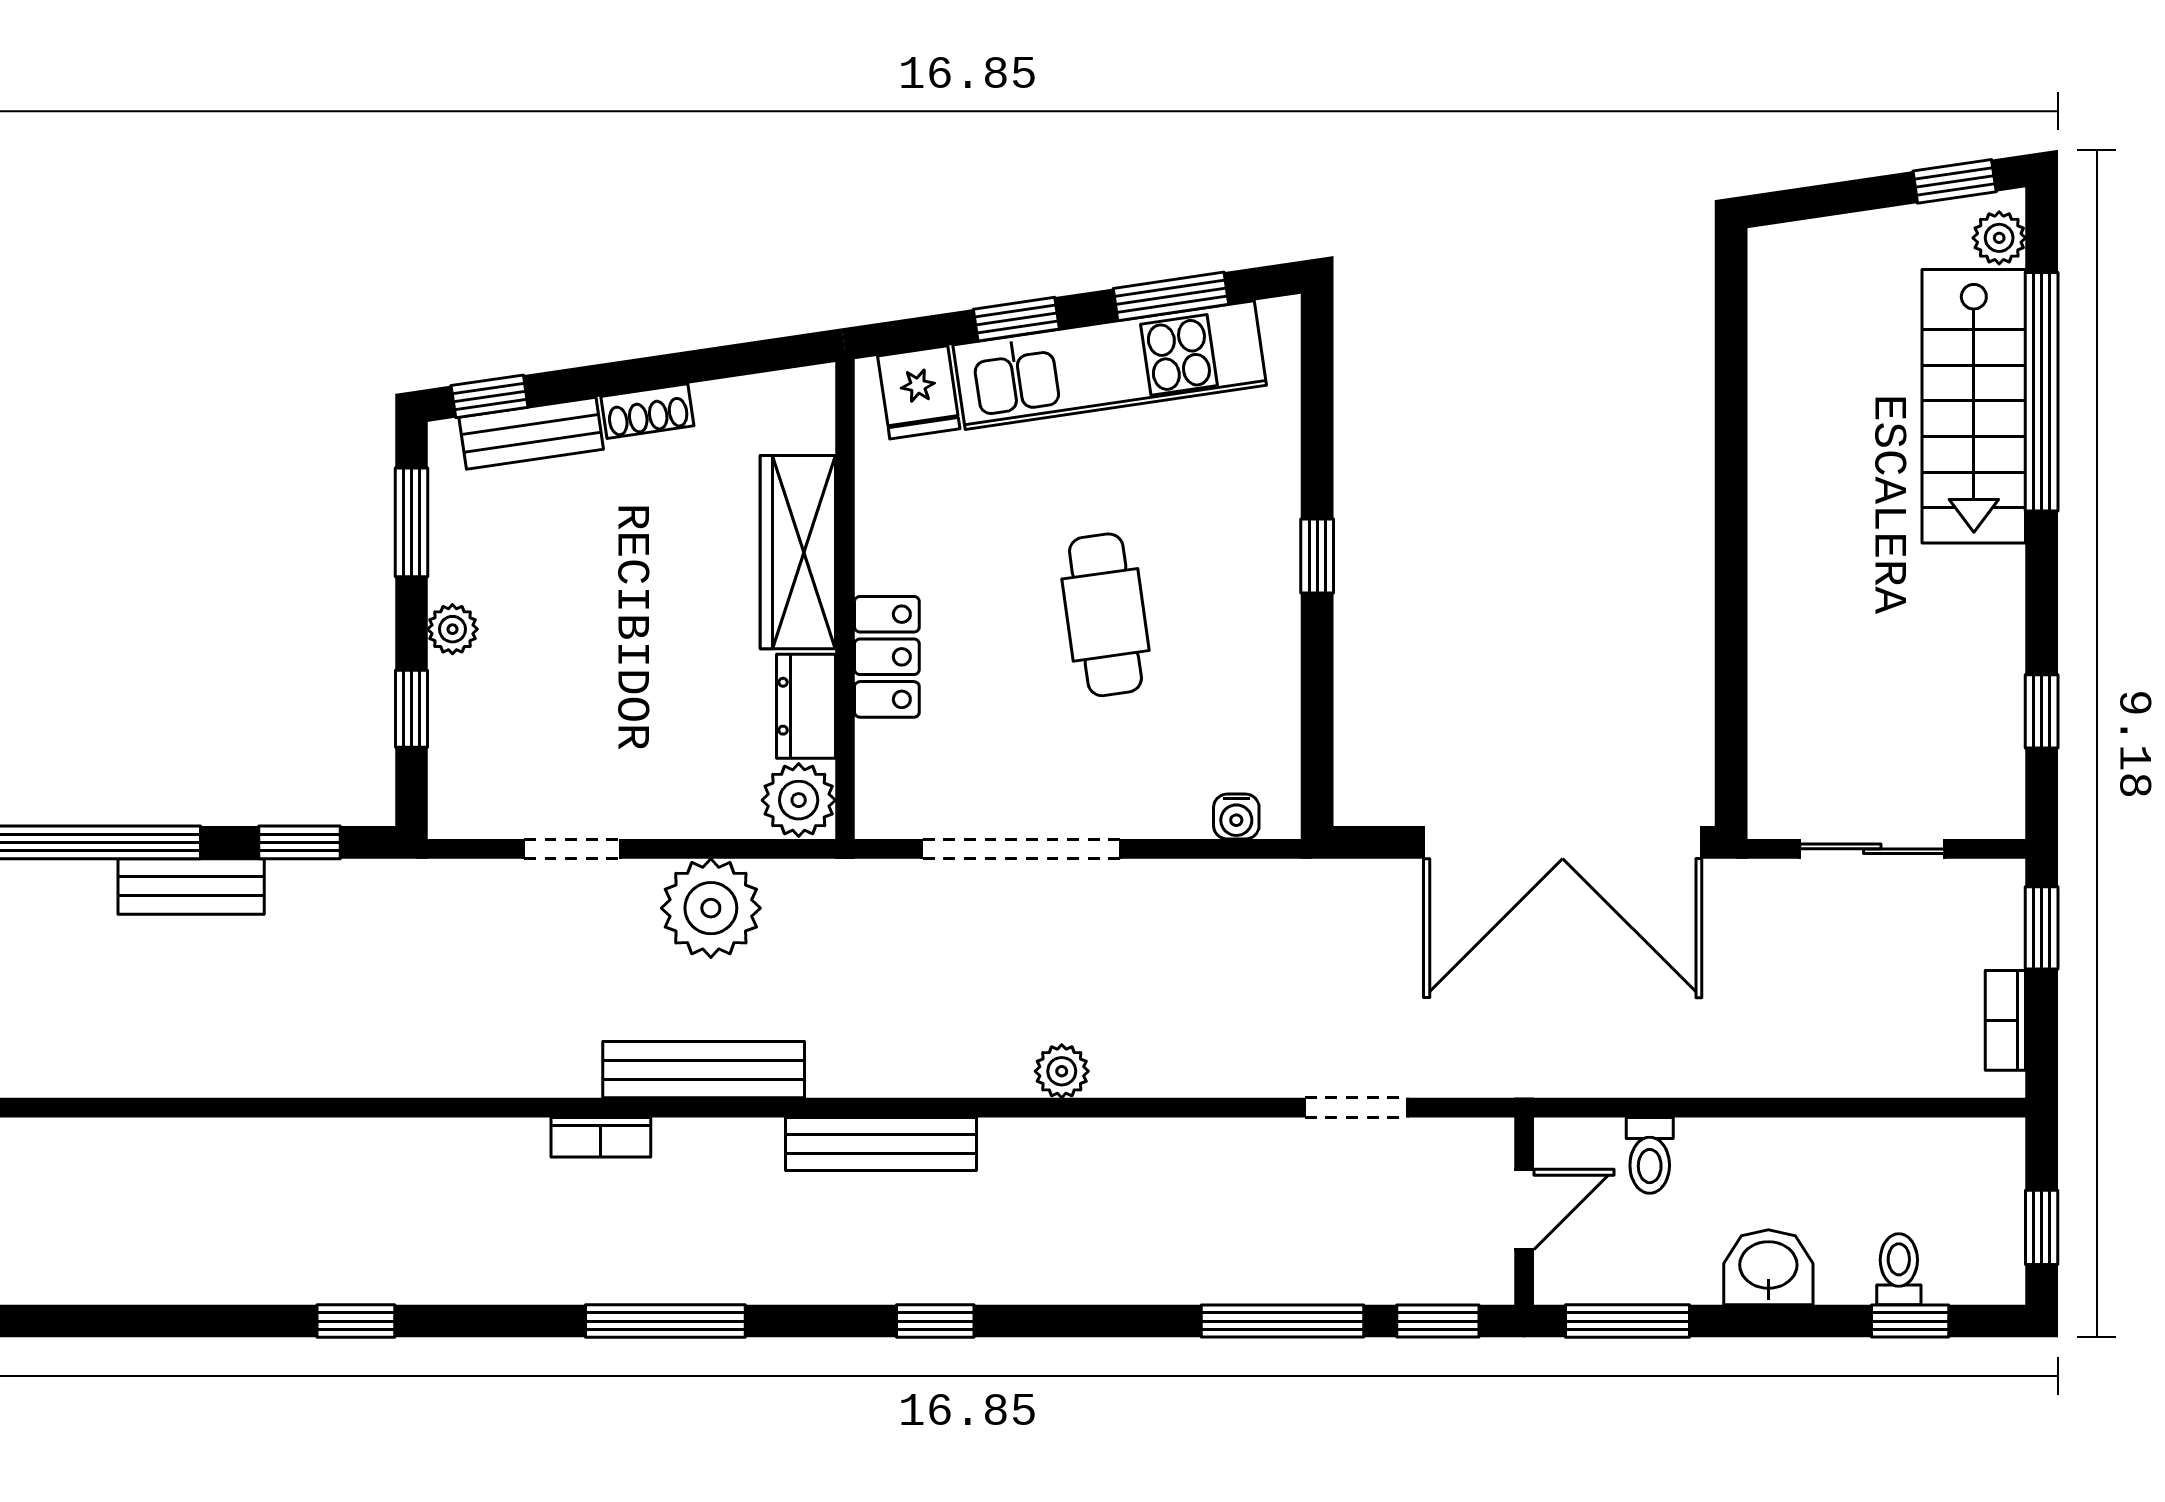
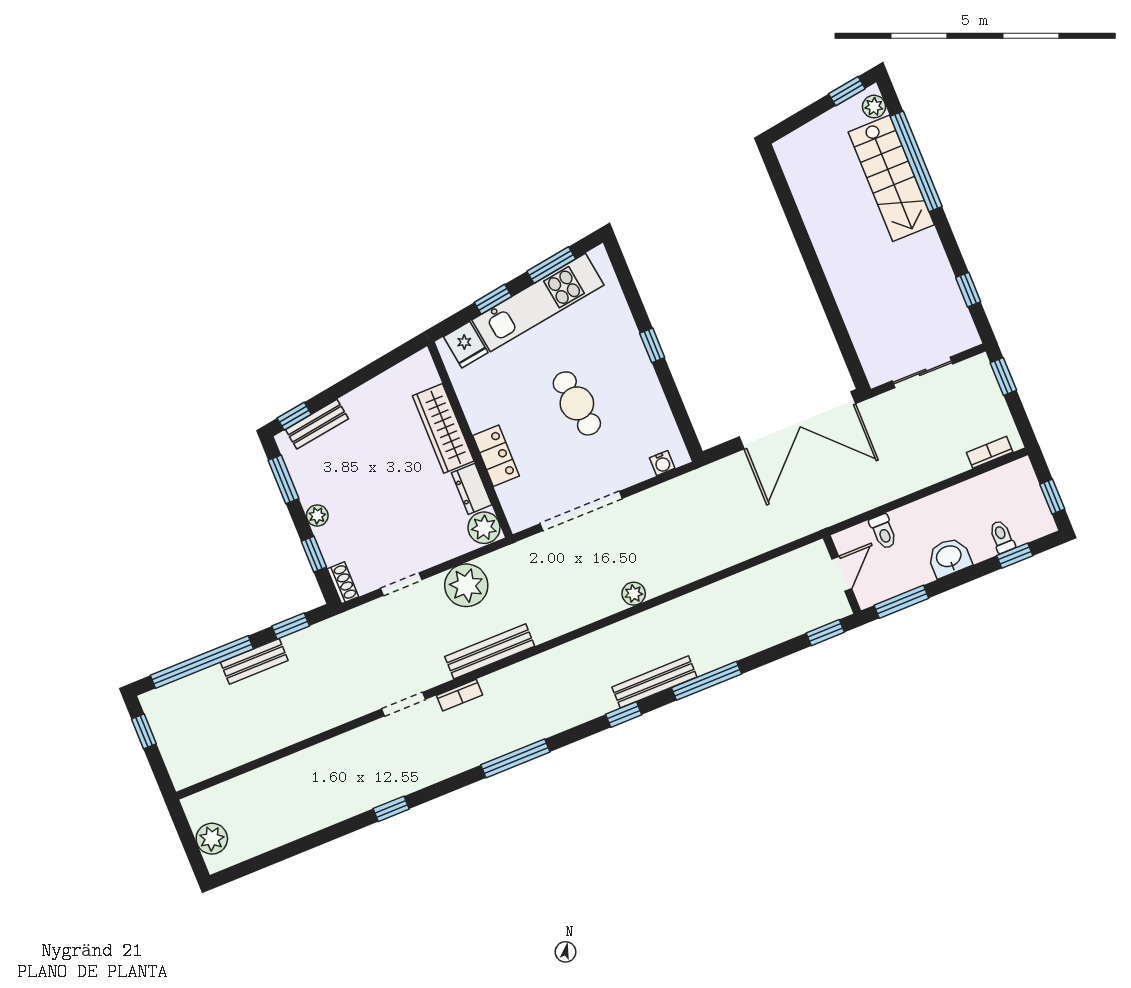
shoe rack: (647, 411) -> (343, 583), moved, turned -82
bookcase: (2005, 1020) -> (990, 452), moved, turned 90
doorway: (1356, 1108) -> (403, 704), moved
bench: (881, 1144) -> (654, 682), moved
window: (1282, 1321) -> (707, 681), moved

